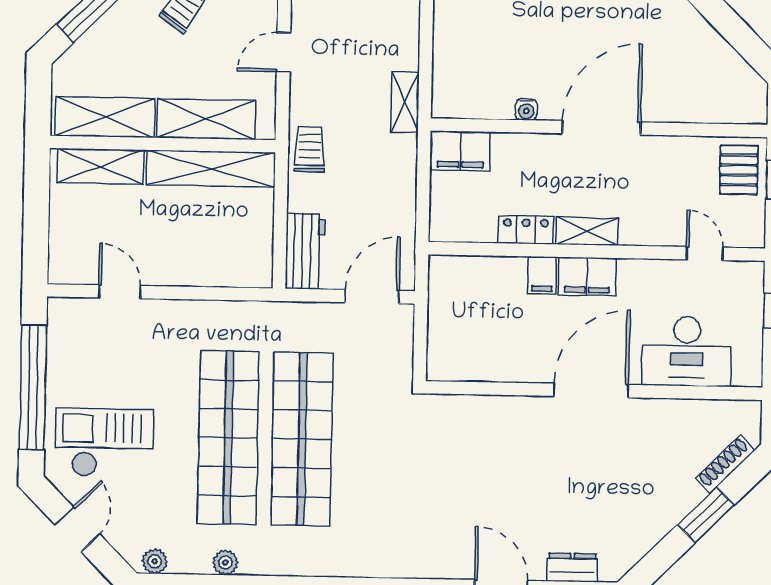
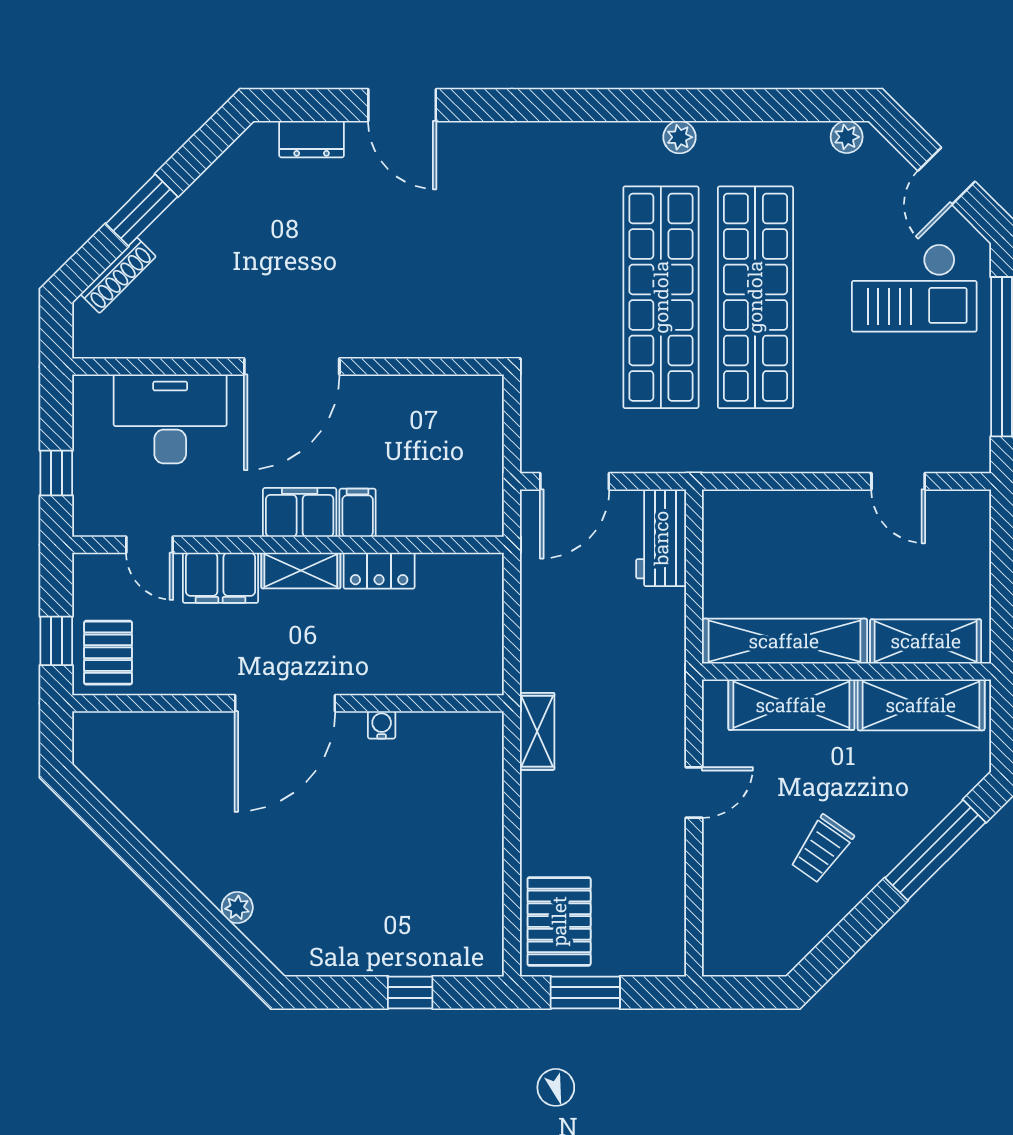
trolley: (310, 149) -> (658, 669), removed
filing cabinet: (461, 151) -> (220, 578), moved, turned 180
plant: (225, 562) -> (679, 137), moved

